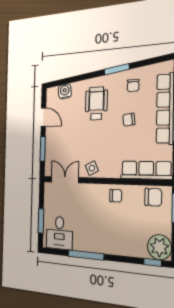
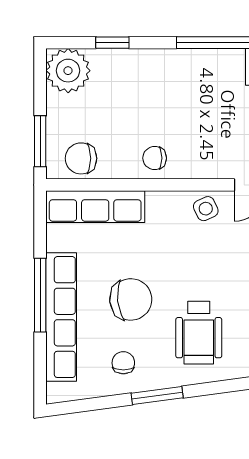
chair: (129, 120) -> (131, 299), width x1.87, depth x1.87
window: (153, 262) -> (112, 43), moved

